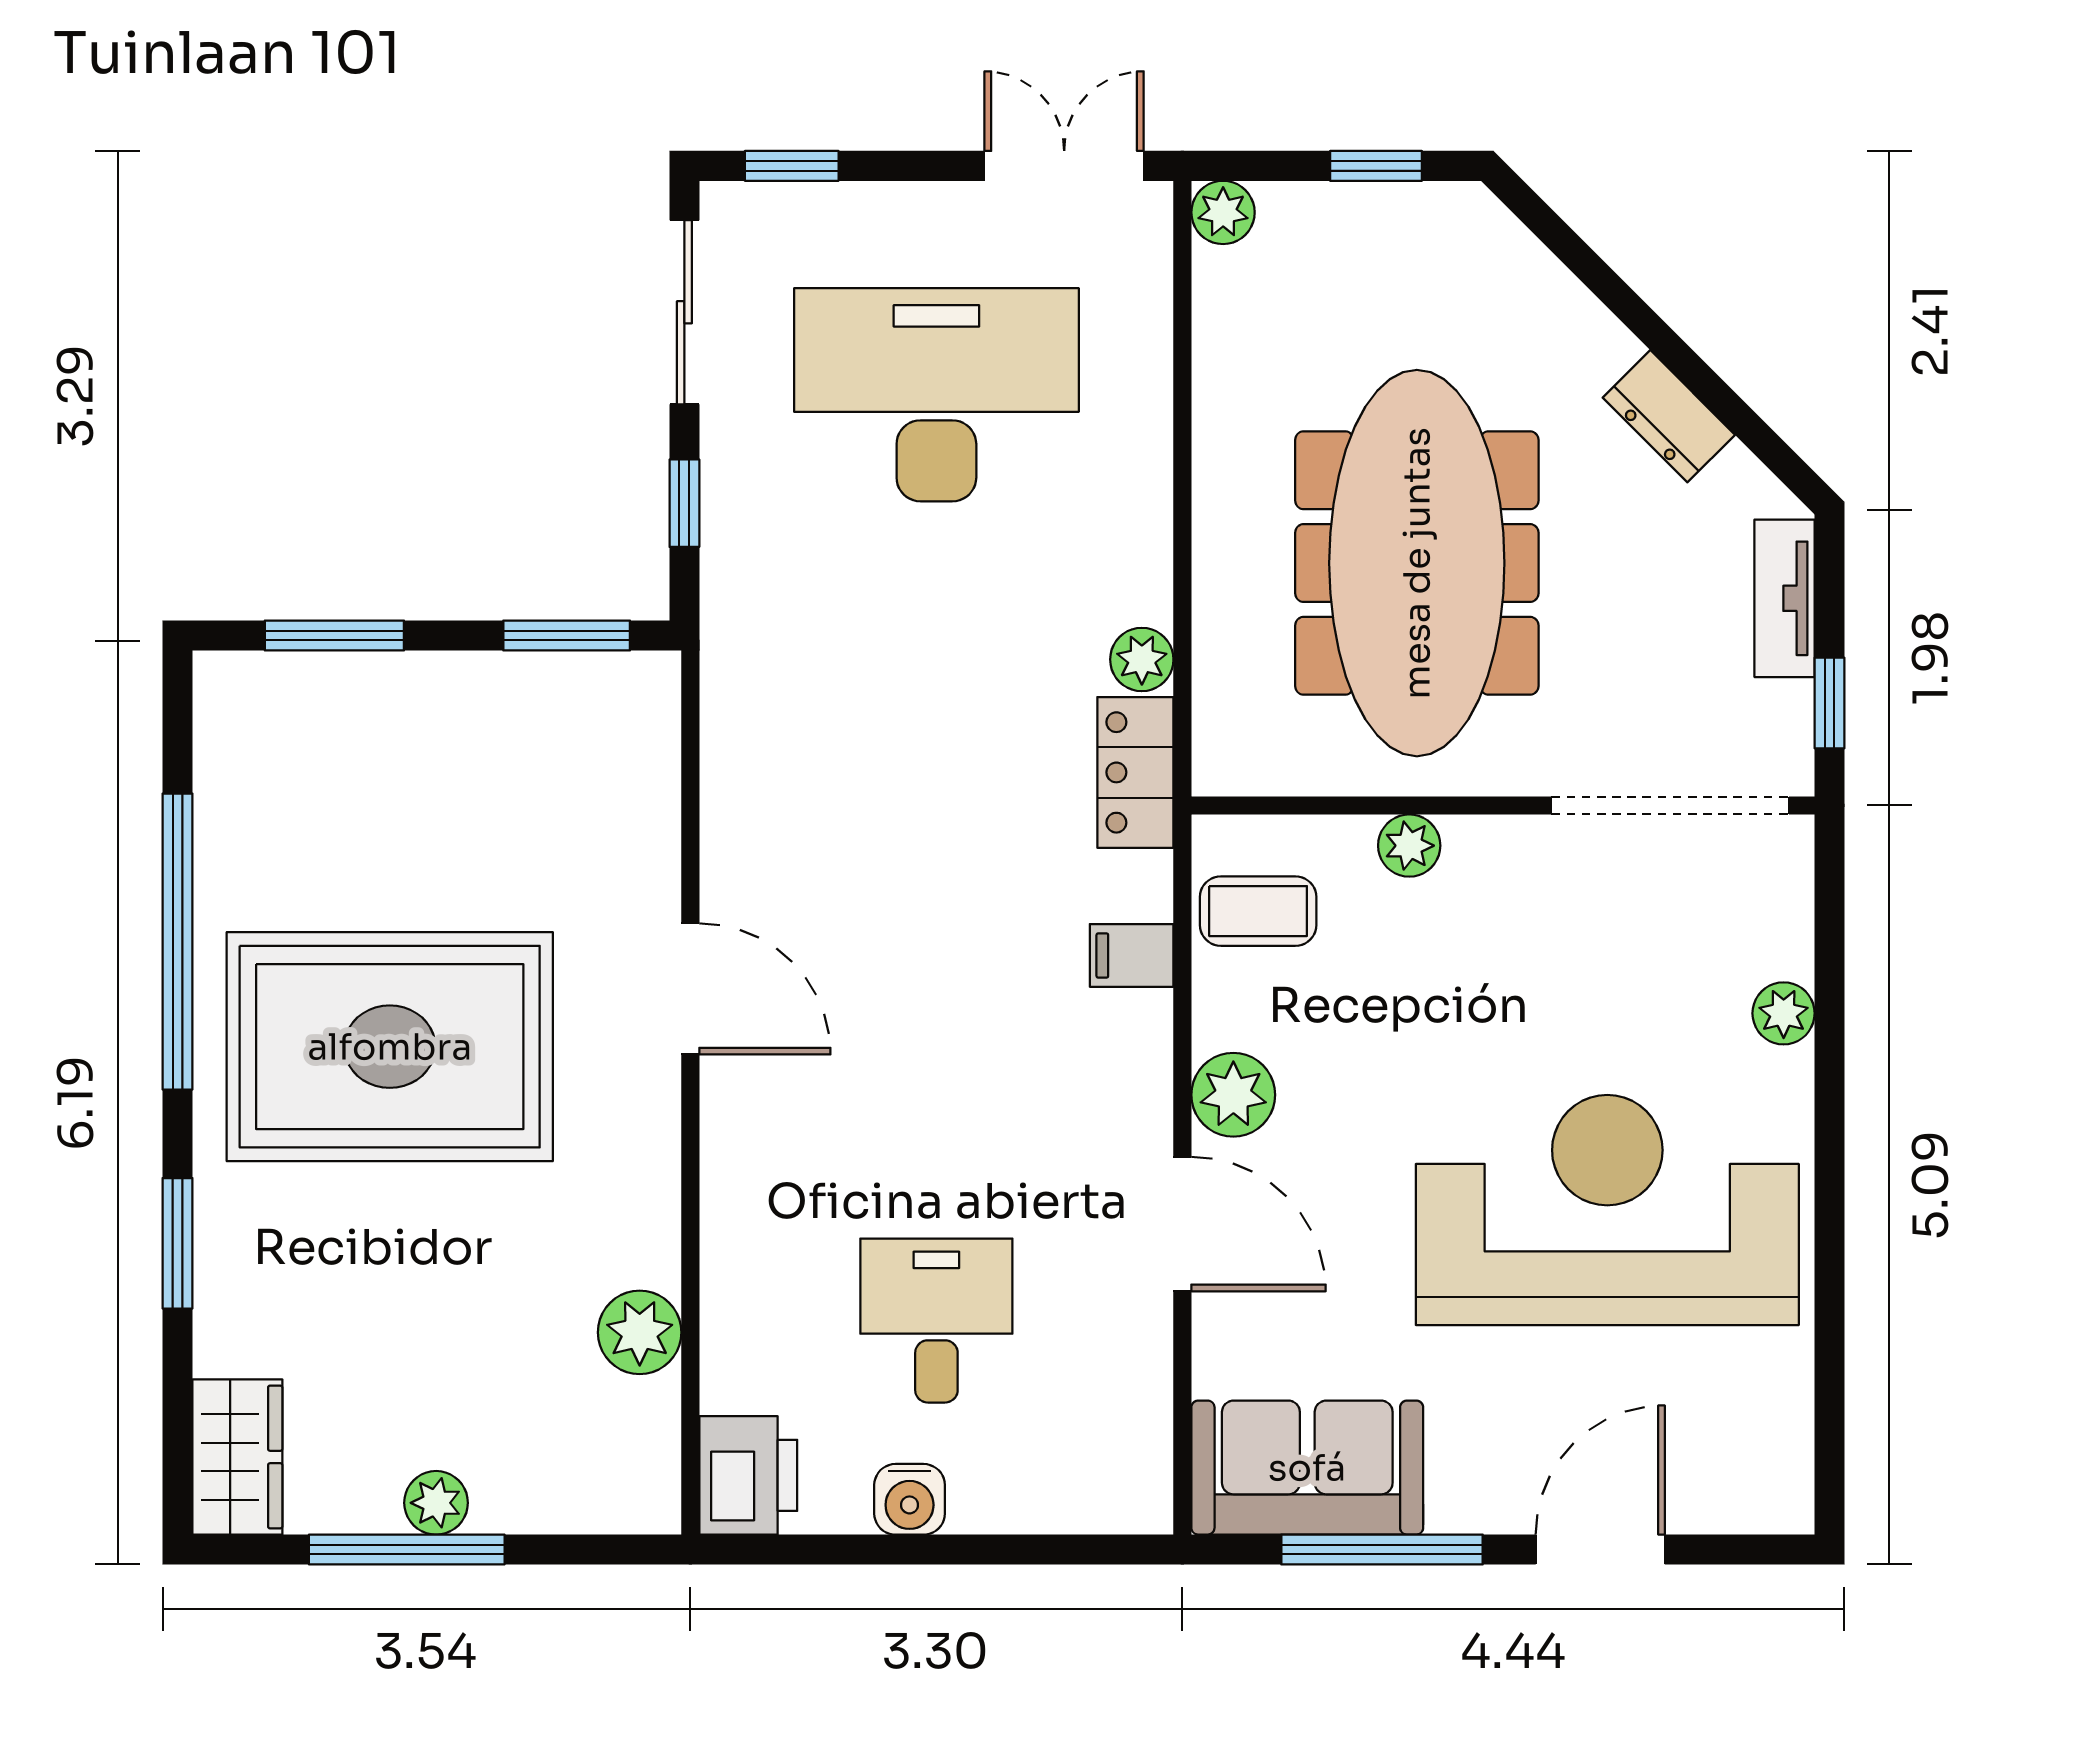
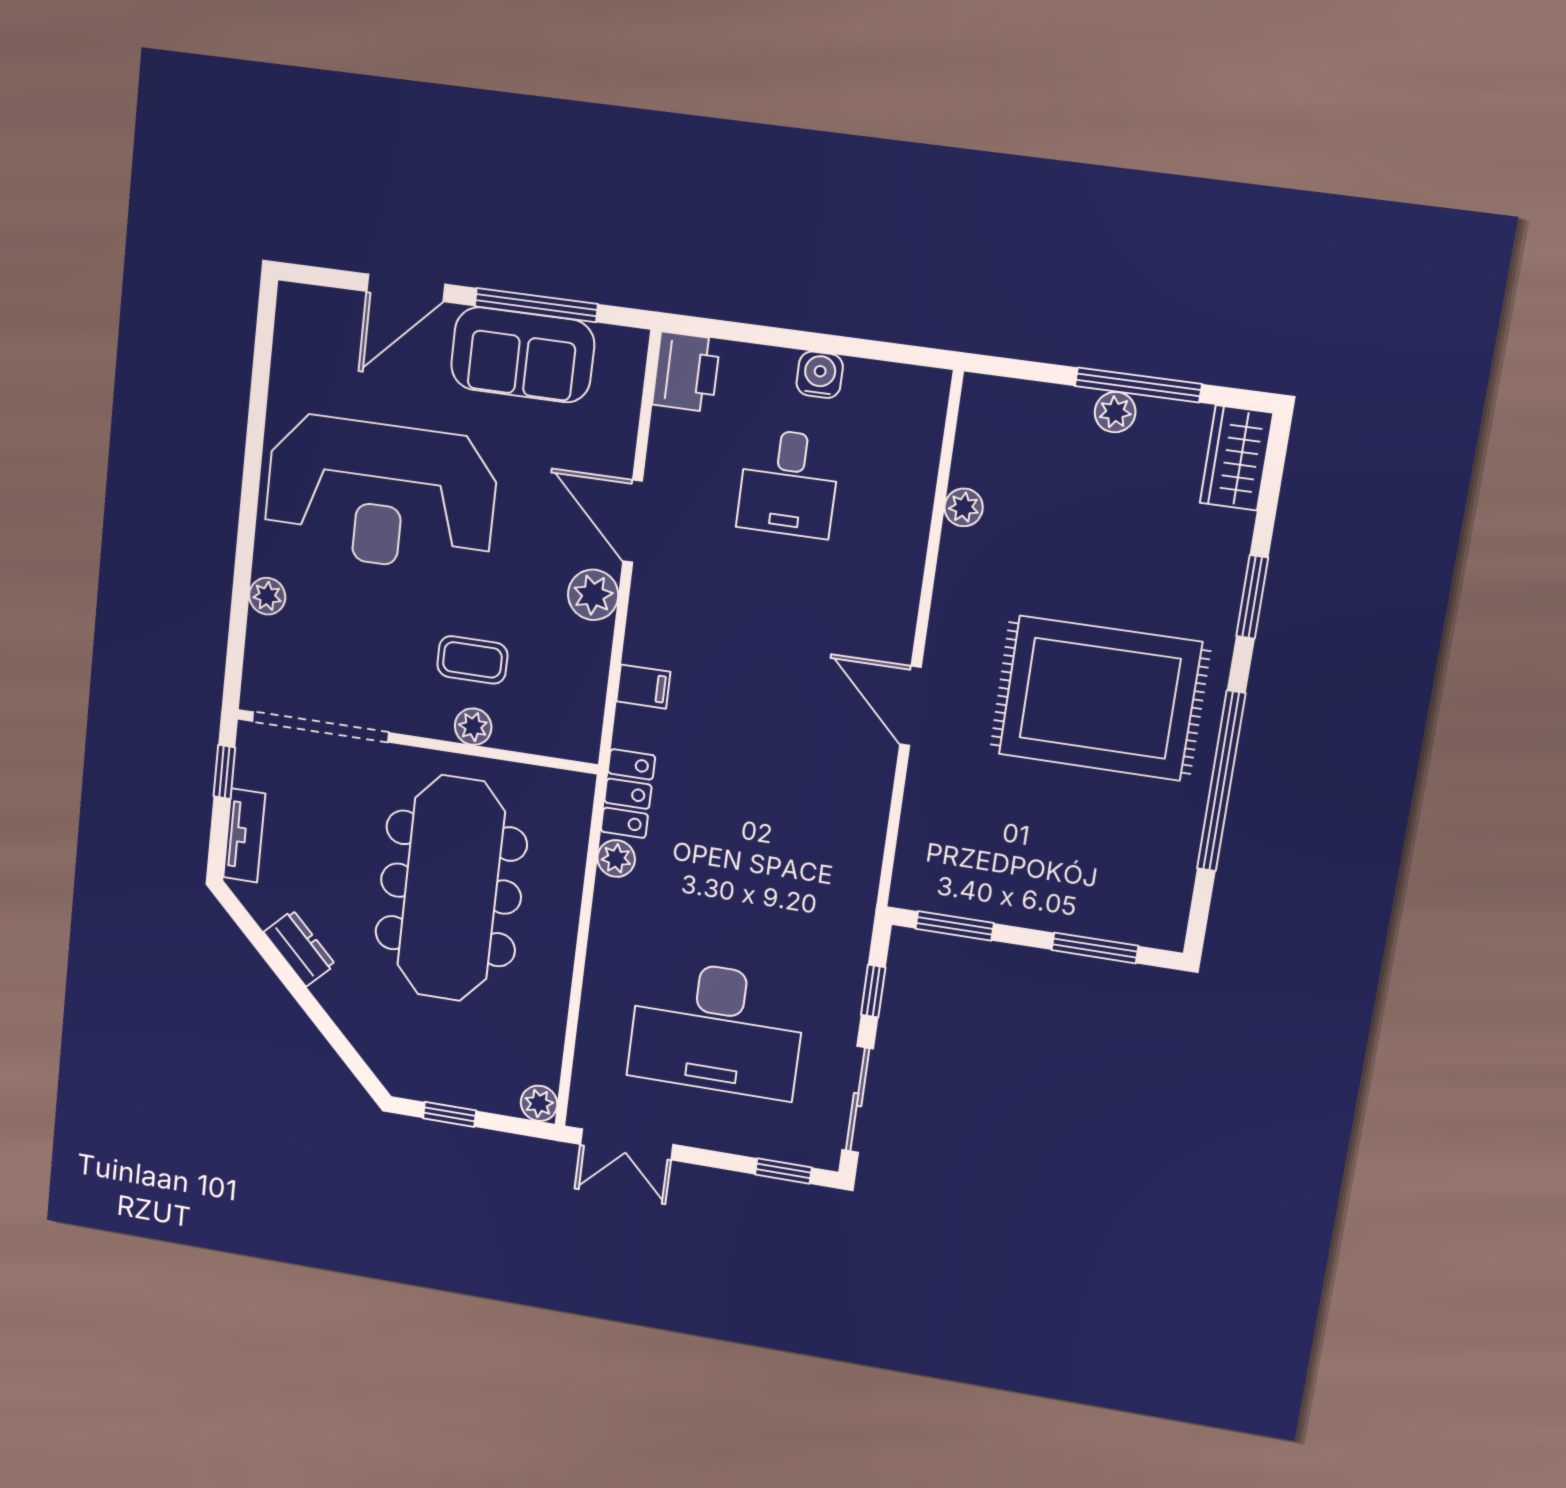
coffee table: (1258, 911) -> (472, 660), moved
plant: (640, 1332) -> (964, 507), width x0.73, depth x0.73
sofa: (1307, 1468) -> (523, 355), moved
printer: (748, 1475) -> (686, 372), moved, turned 180

